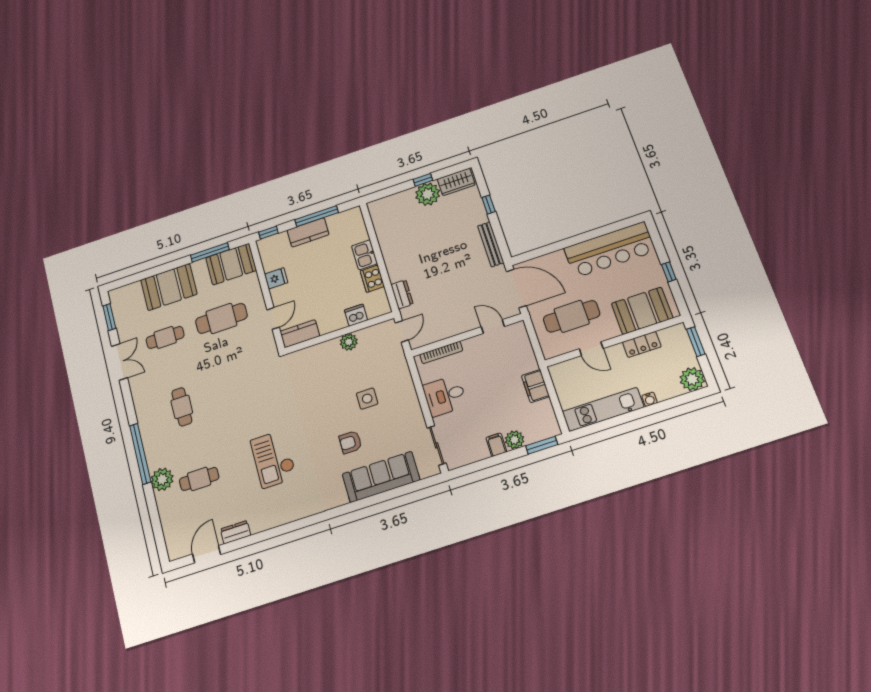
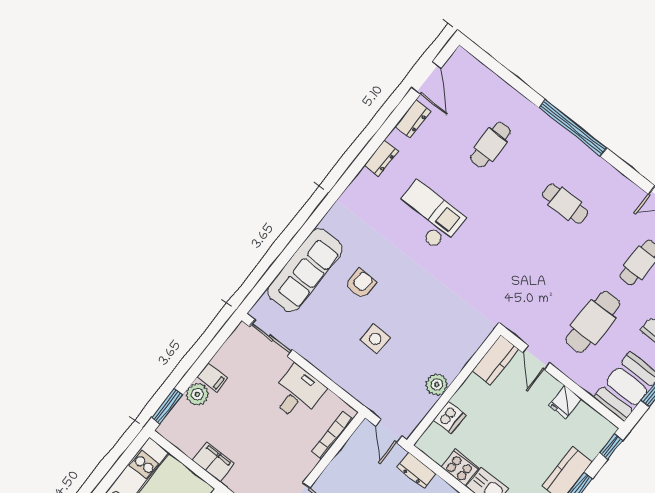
plant: (162, 479) -> (529, 118), removed
dresser: (276, 519) -> (381, 158), added

